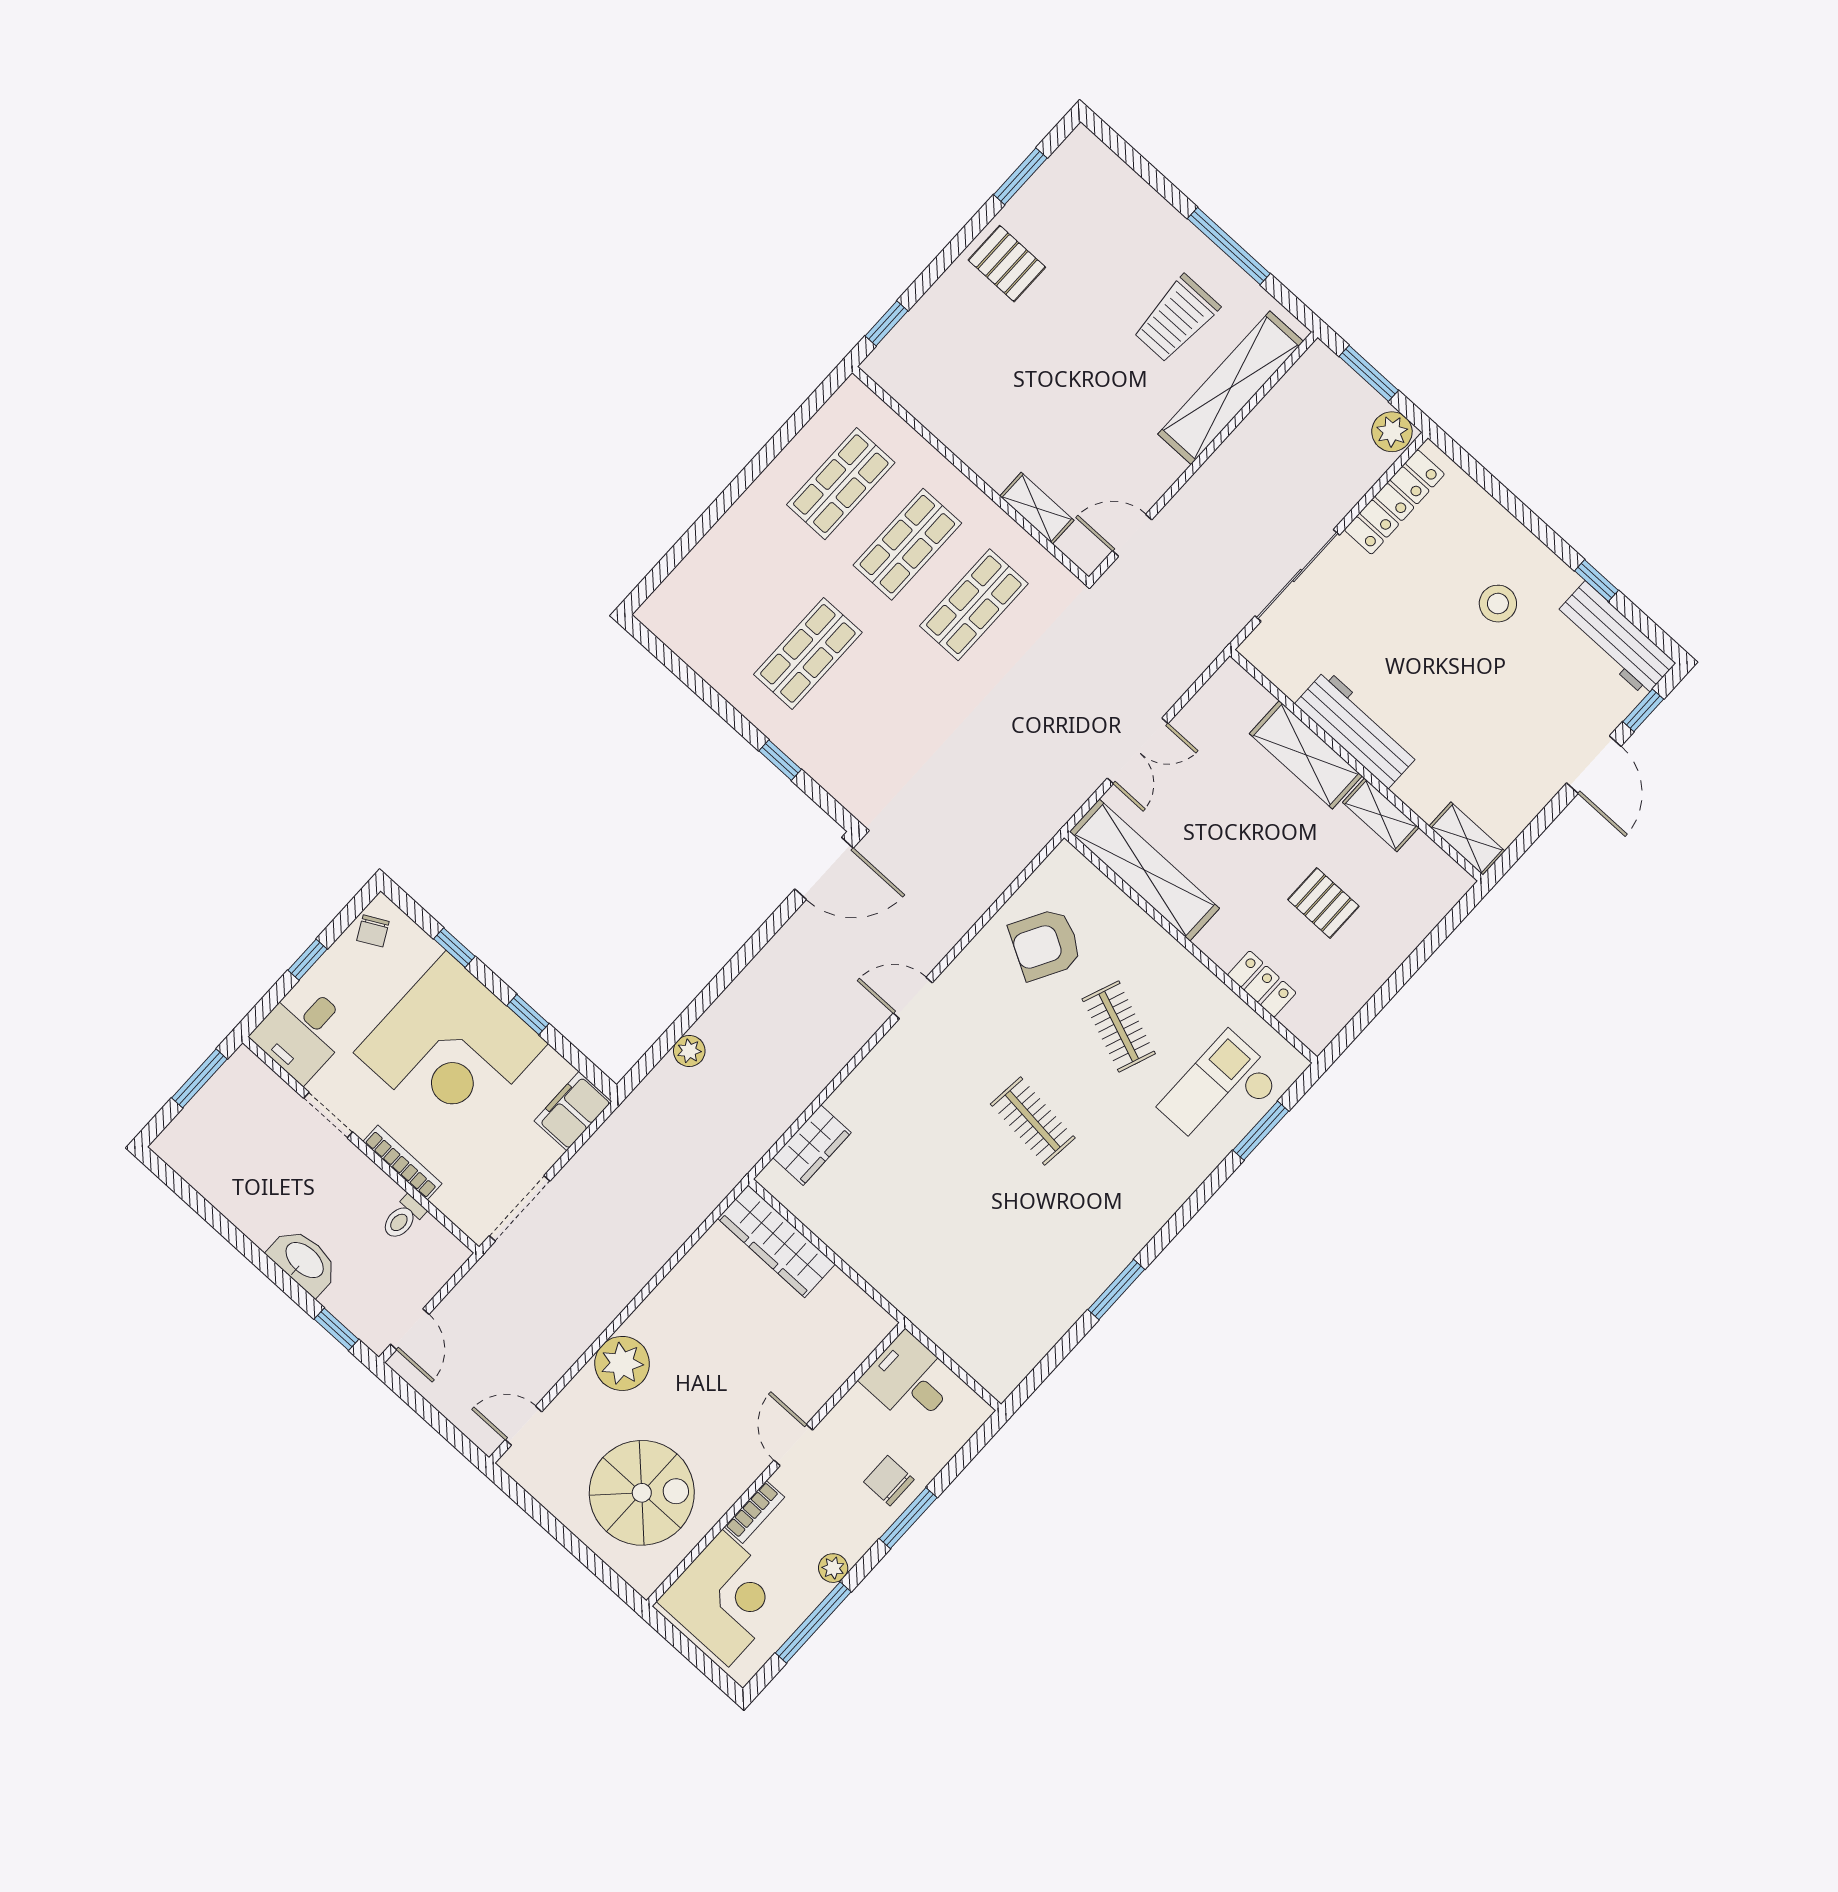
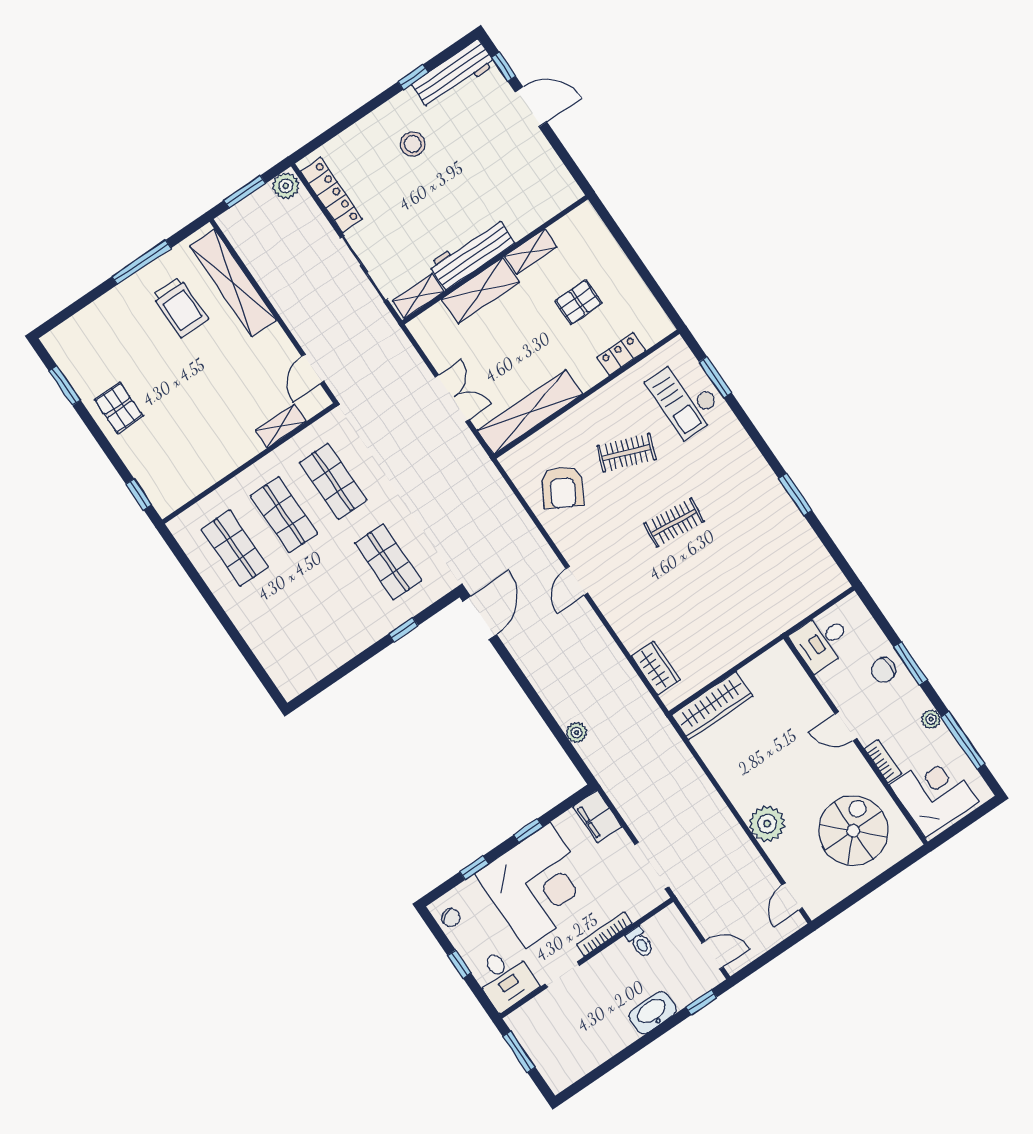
pallet: (1007, 264) -> (119, 408), turned 90
shop shelf: (808, 653) -> (388, 562), moved
shelving: (1467, 839) -> (418, 296), moved

